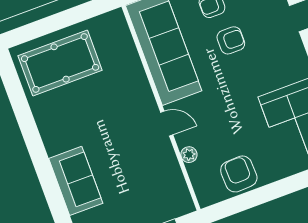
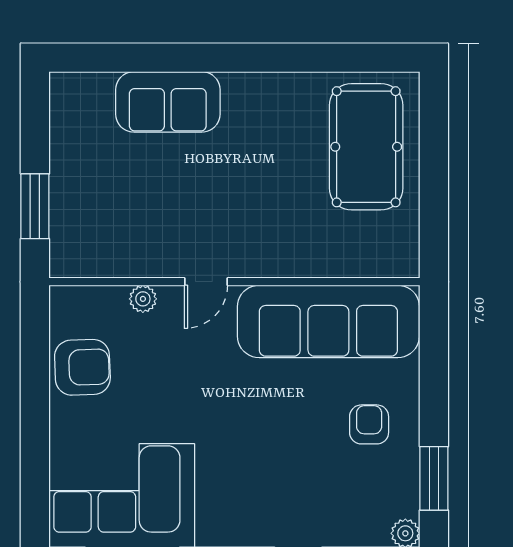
armchair: (231, 40) -> (301, 434), removed

